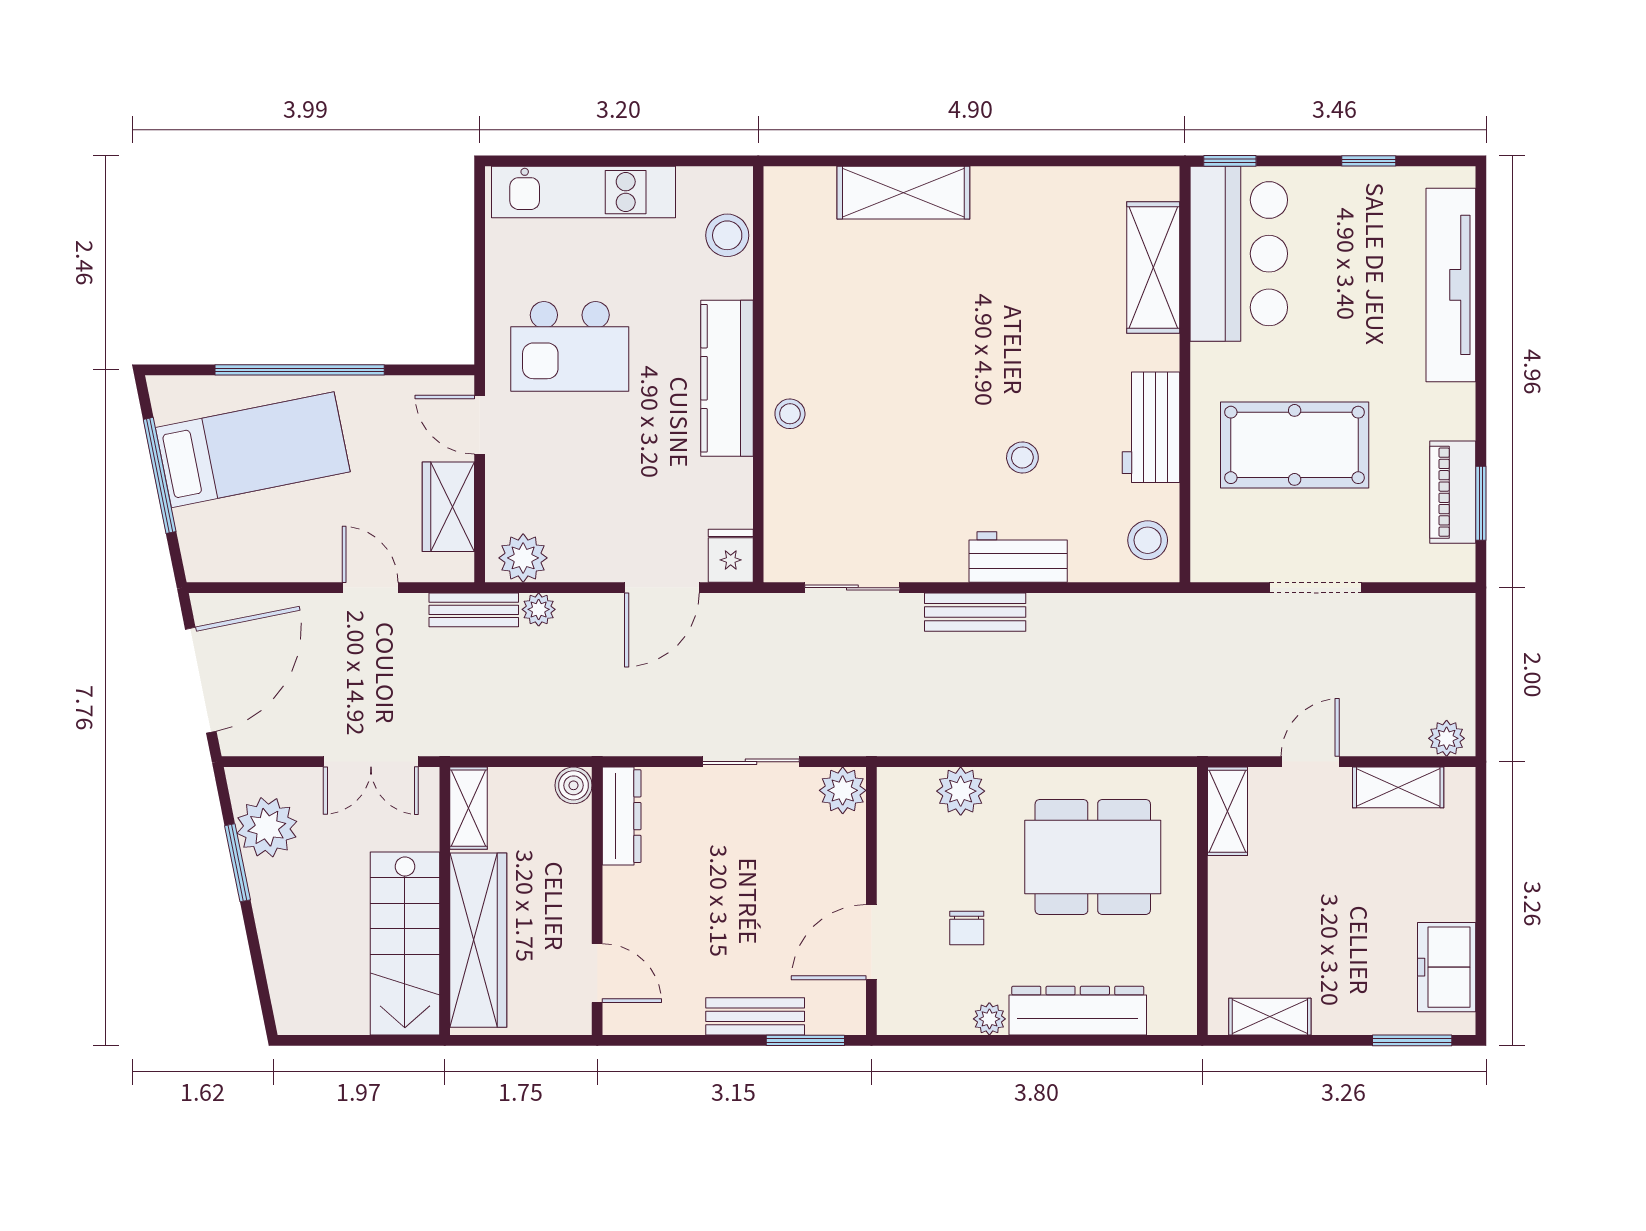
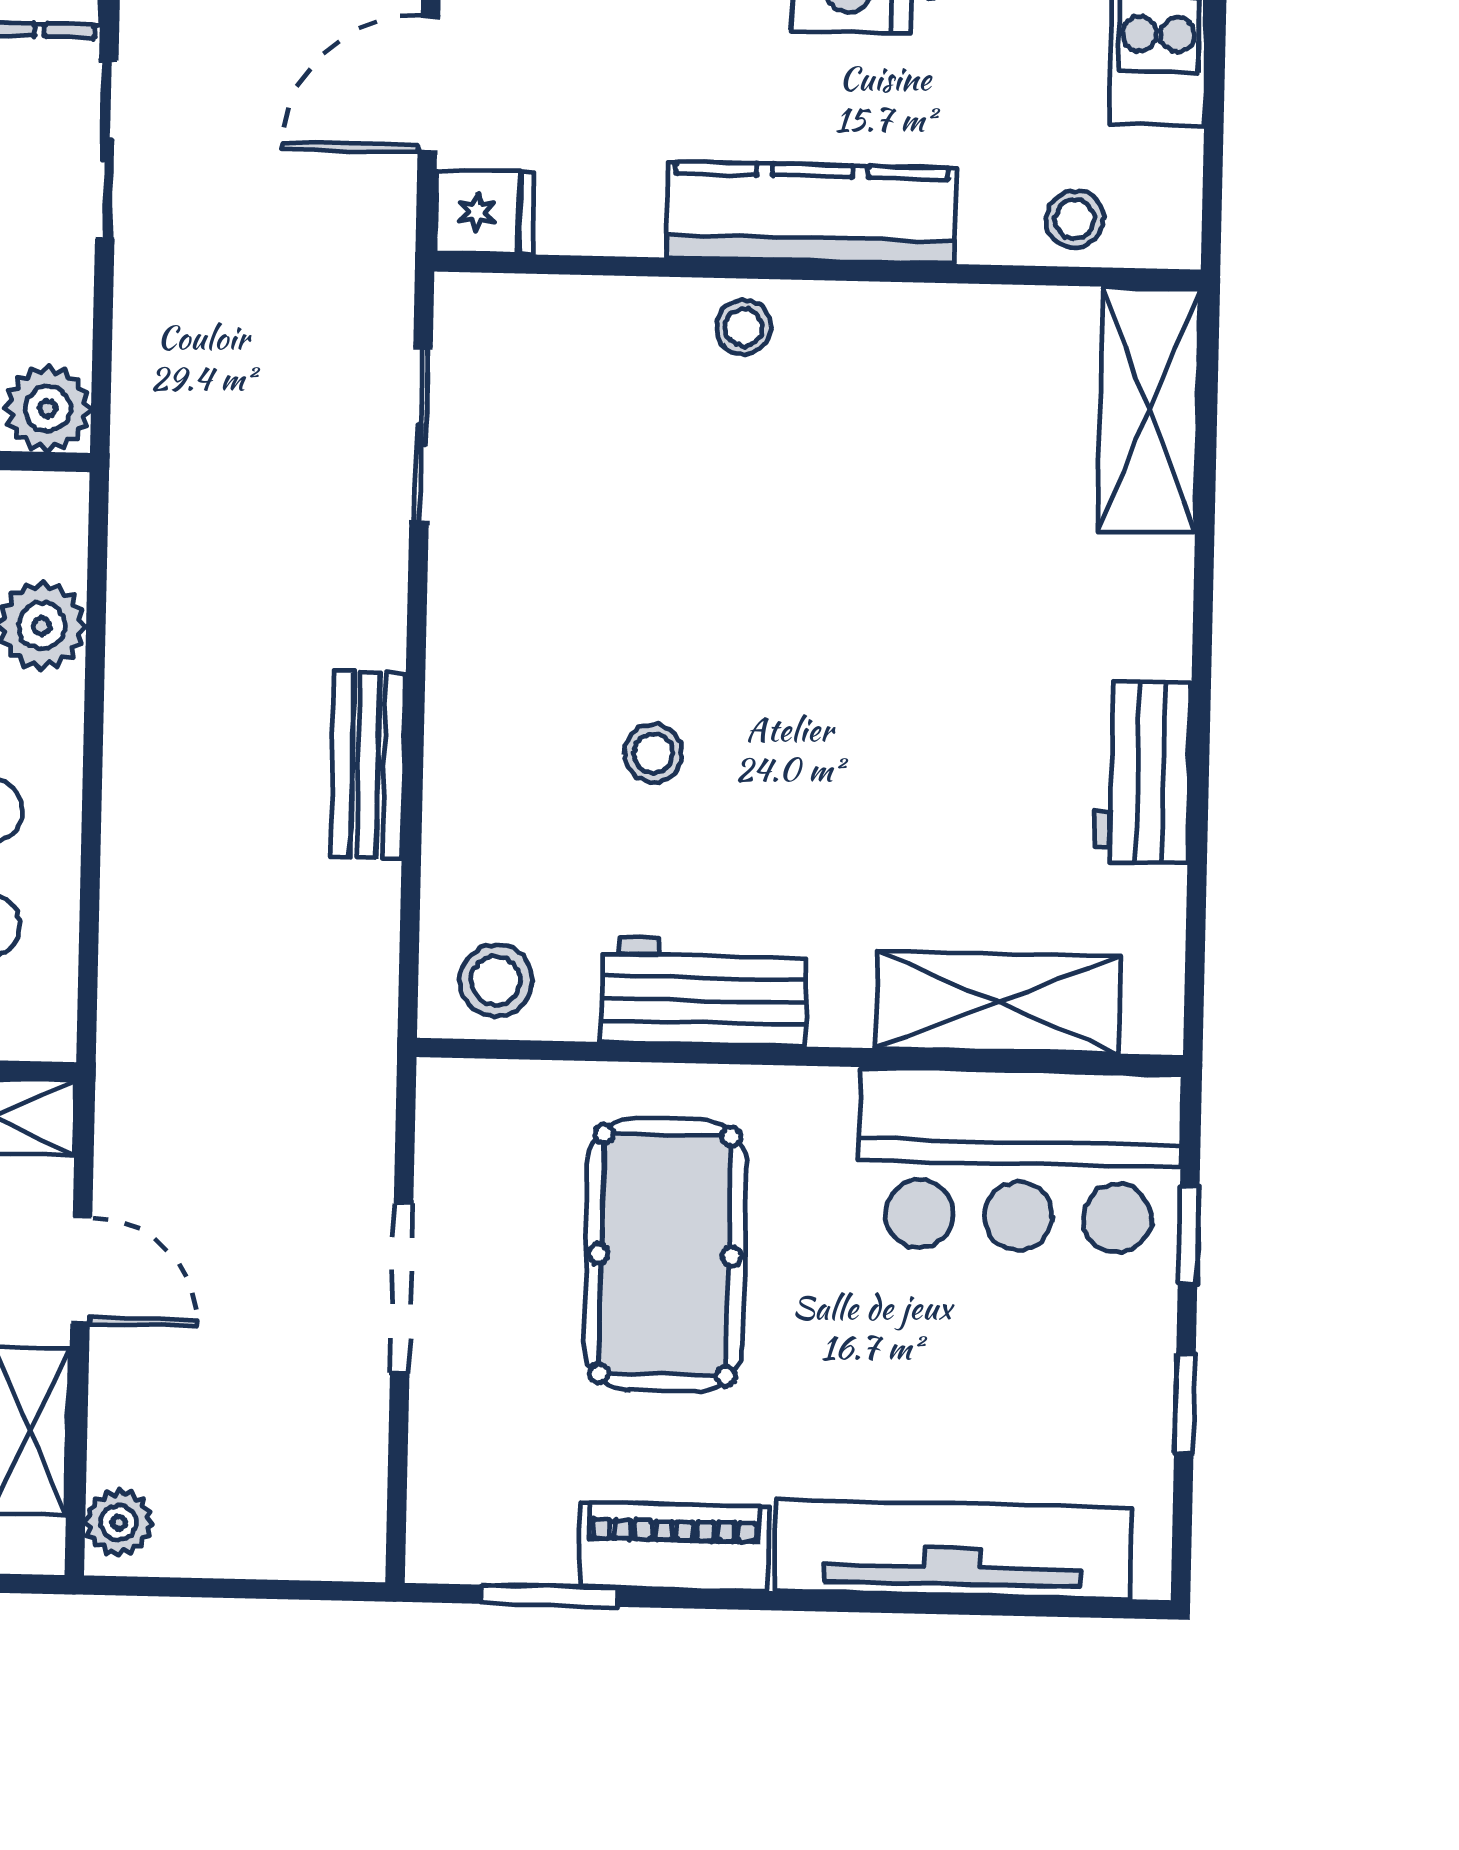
window: (1230, 161) -> (1189, 1235), moved
shelving: (903, 193) -> (1149, 410), moved
stool: (727, 235) -> (1075, 219), width x0.73, depth x0.73
piano: (1453, 492) -> (674, 1547), moved
workbench: (1018, 557) -> (1143, 772), moved, turned 180
door: (662, 588) -> (429, 84), hinge flipped
bench: (975, 612) -> (368, 765), moved
sliding door: (751, 762) -> (107, 150), moved

